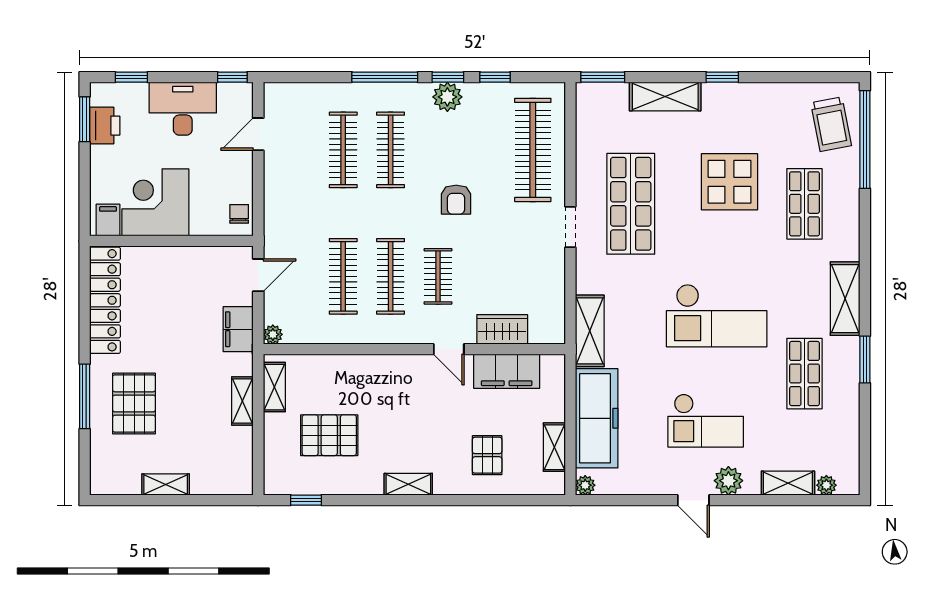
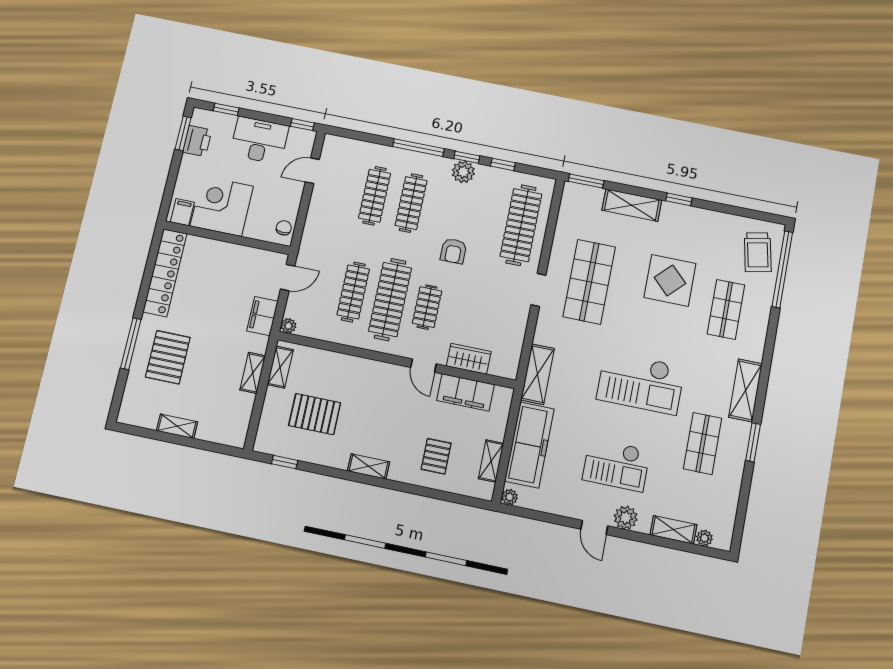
clothes rail: (391, 276) -> (390, 299), width x1.37, depth x1.31

